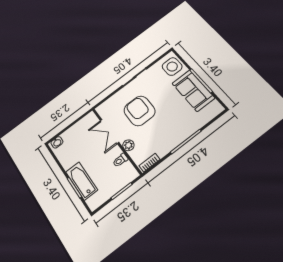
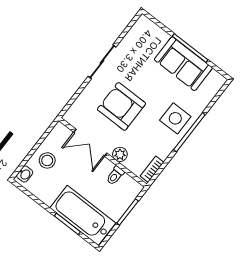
side table: (172, 67) -> (175, 118), moved
stool: (75, 137) -> (47, 160), added
bathtub: (82, 181) -> (83, 215), width x1.36, depth x1.36

